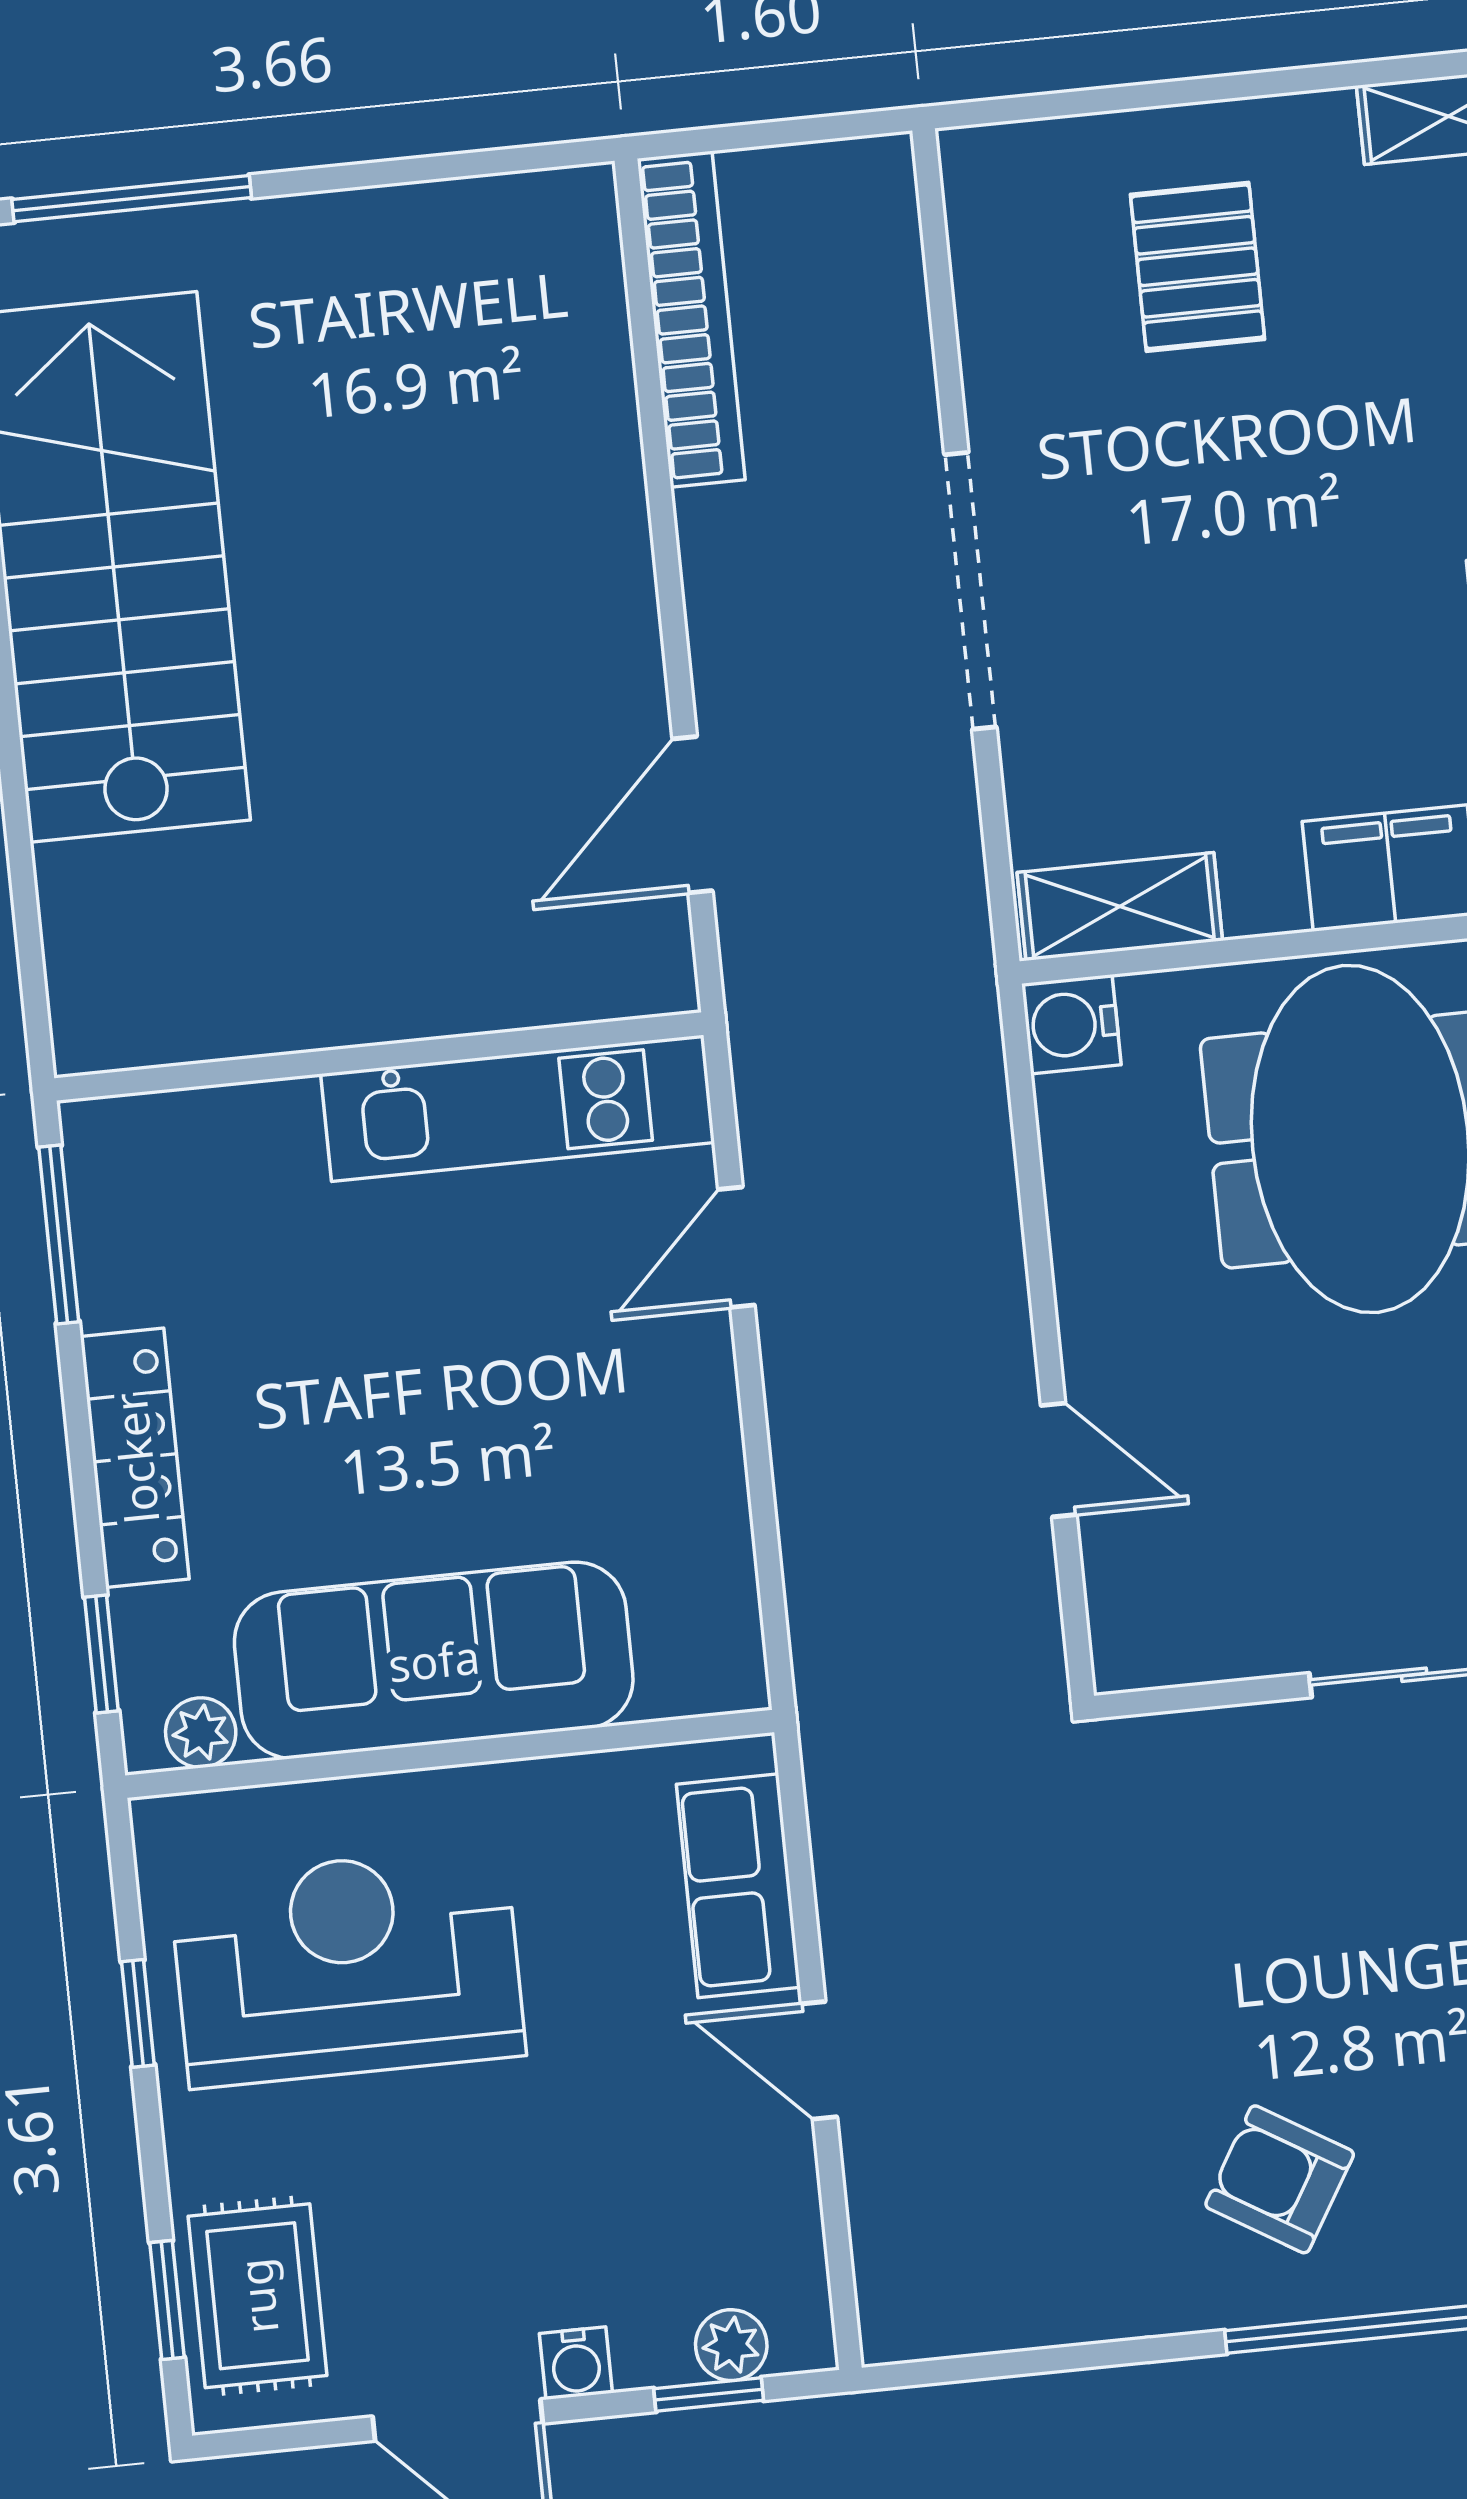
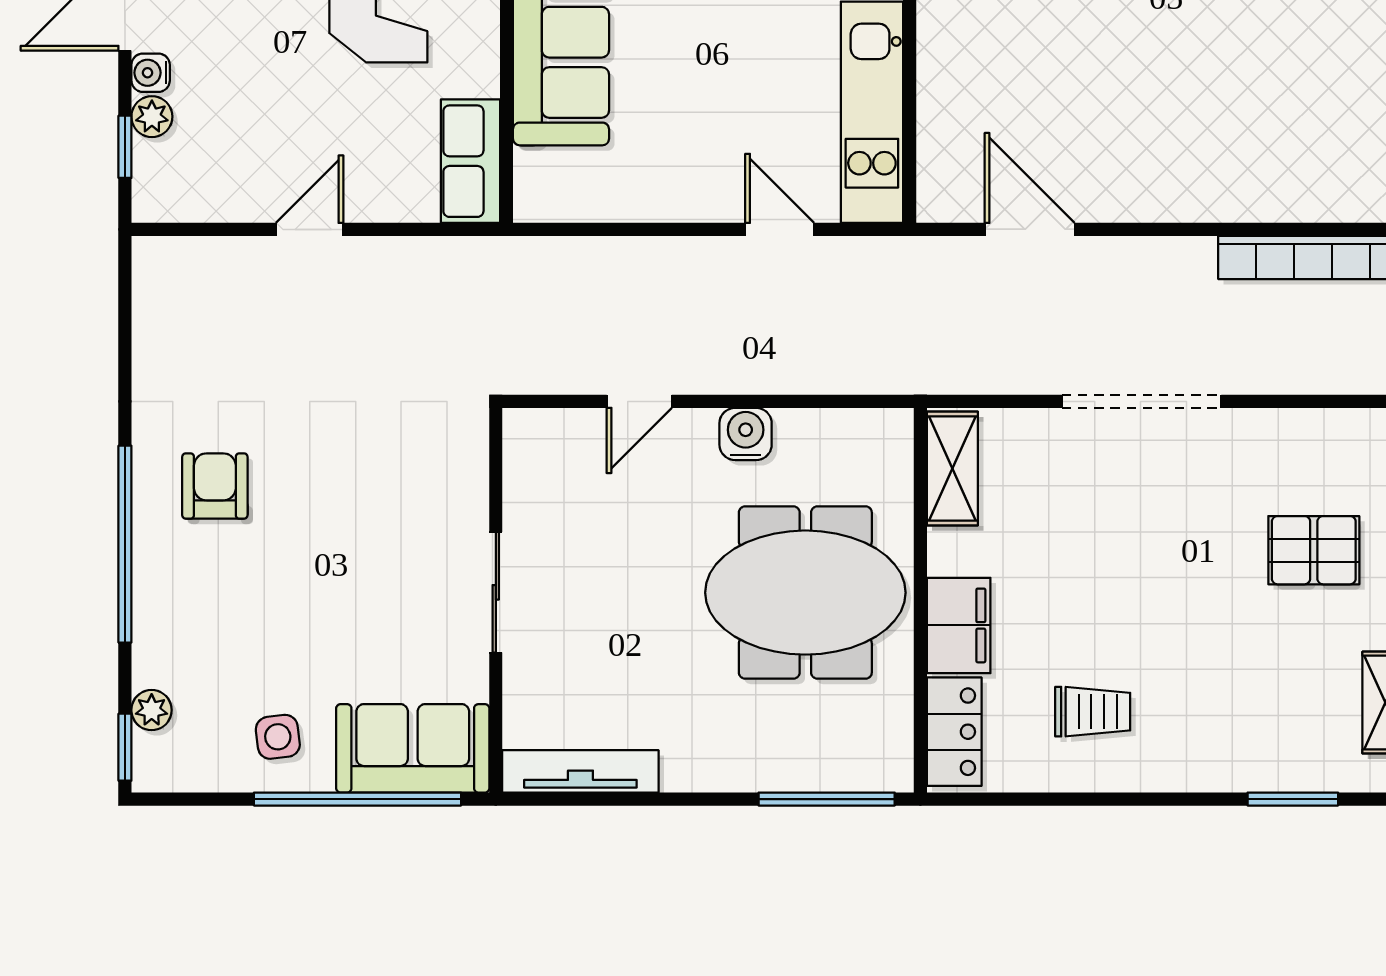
water cooler: (1071, 1024) -> (746, 434), moved
row of seats: (738, 1886) -> (471, 161), moved, turned -90
armchair: (1280, 2179) -> (215, 486), turned -31
plant: (731, 2345) -> (152, 117), moved

